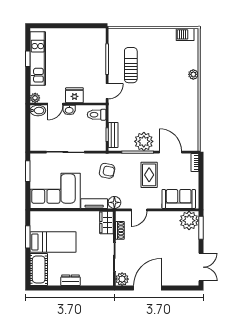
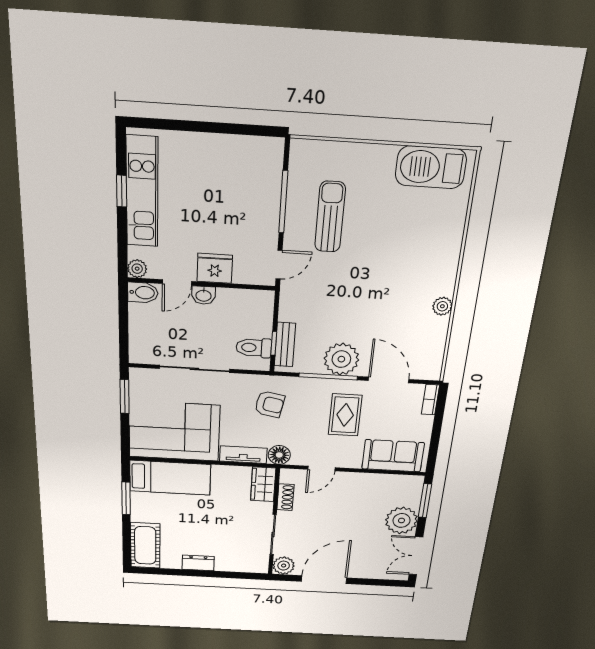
barbecue: (185, 34) -> (431, 167), width x1.88, depth x1.53
plant: (193, 74) -> (442, 306), moved
toilet: (97, 115) -> (254, 348), moved
plant: (189, 221) -> (401, 520), moved
bed: (53, 242) -> (170, 478), moved
double door: (201, 267) -> (416, 556), swing flipped

